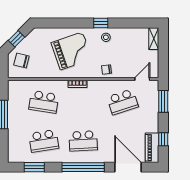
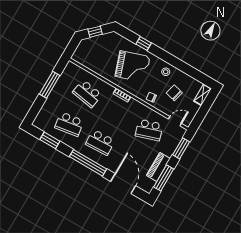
window: (101, 23) -> (144, 44), moved
chair: (21, 60) -> (174, 93), moved
window: (163, 139) -> (164, 178), width x2.17
piano: (152, 148) -> (158, 167), moved

